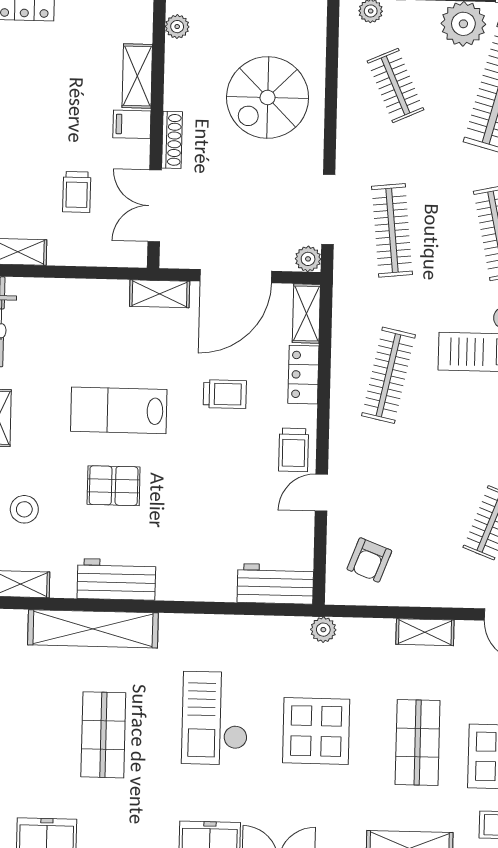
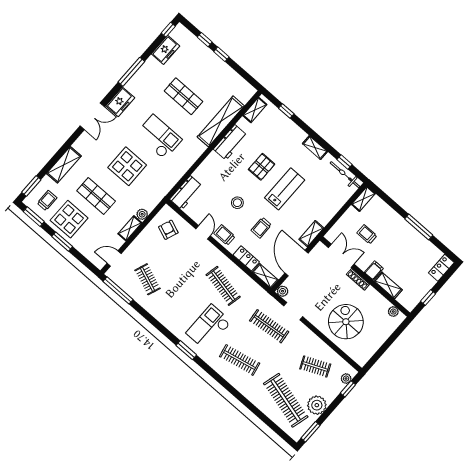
doorway: (328, 209) -> (293, 311), width x0.73
stool: (24, 509) -> (237, 203), moved
plant: (323, 630) -> (142, 214), moved

